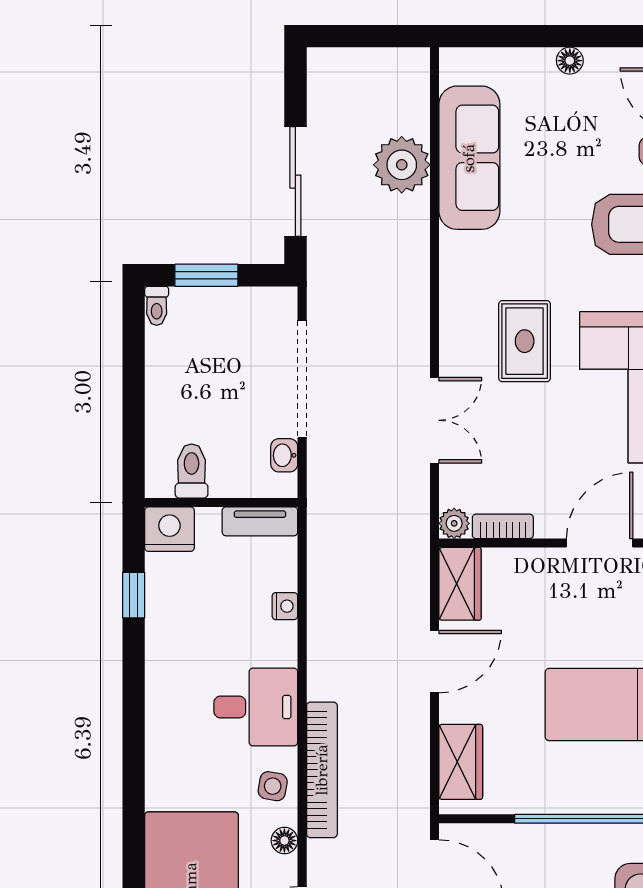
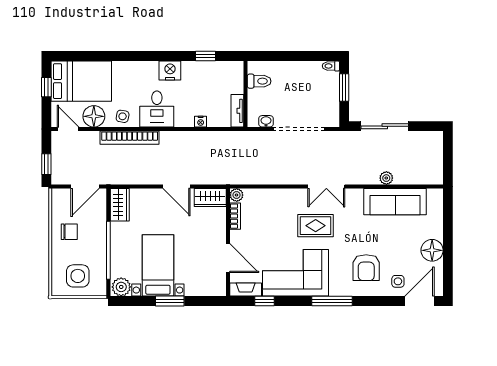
floor lamp: (570, 61) -> (432, 250), width x1.89, depth x1.89
plant: (402, 165) -> (386, 178), width x0.53, depth x0.53
double door: (434, 420) -> (326, 186), moved
nightstand: (169, 529) -> (170, 70), moved, turned -90
wardrobe: (461, 762) -> (120, 205), moved, turned -90
floor lamp: (284, 841) -> (94, 116), width x1.89, depth x1.89

